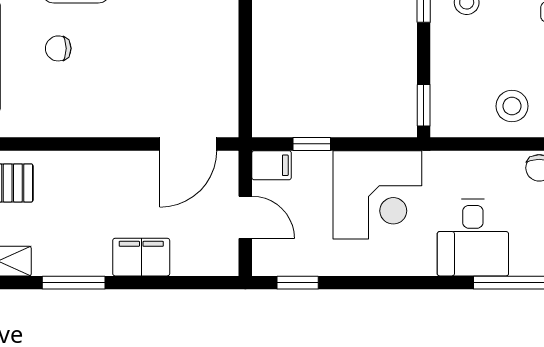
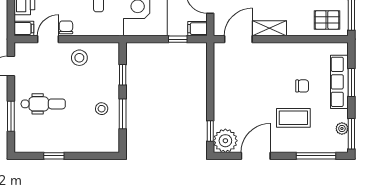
window: (424, 105) -> (123, 75), moved
shelving: (125, 166) -> (269, 28), added

